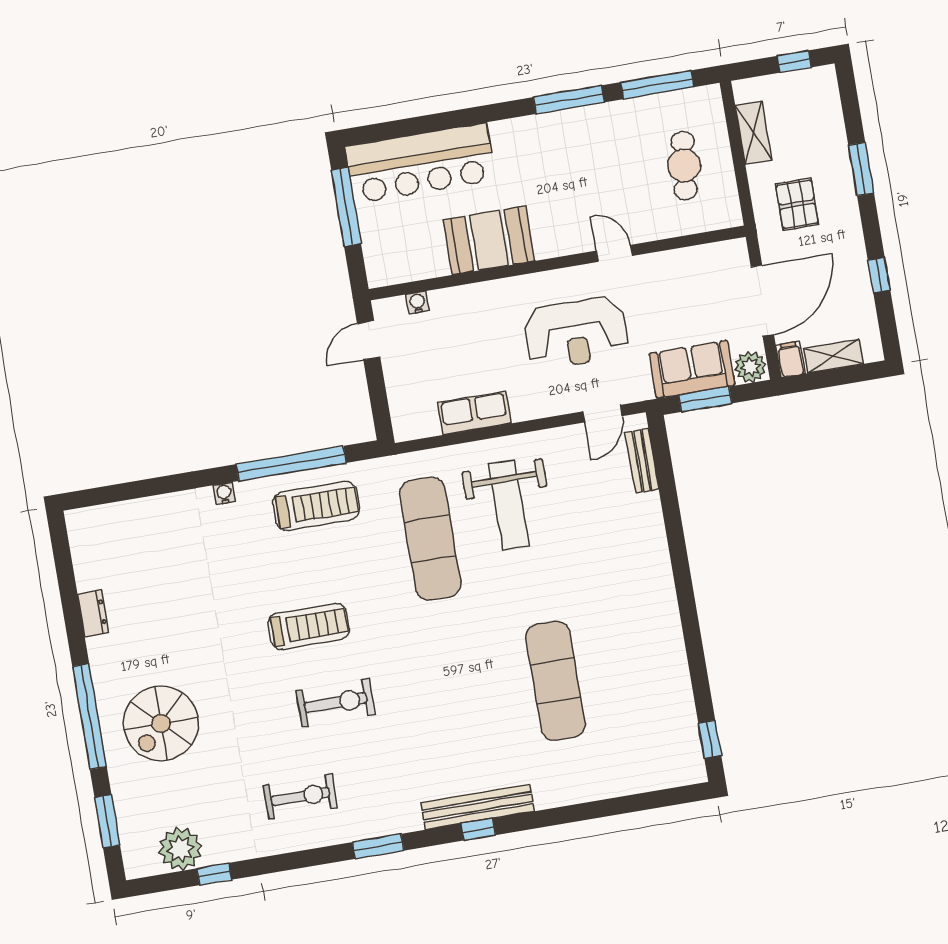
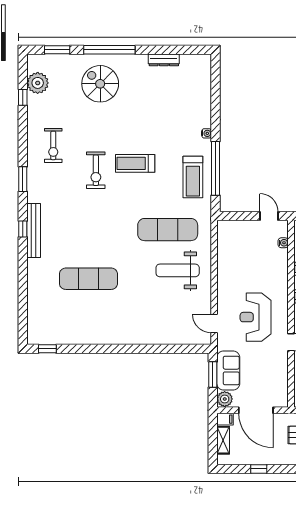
row of seats: (474, 413) -> (225, 261), removed
bench: (642, 461) -> (188, 339), removed
dresser: (93, 613) -> (164, 60), width x1.44
treadmill: (309, 626) -> (135, 163), turned 90

